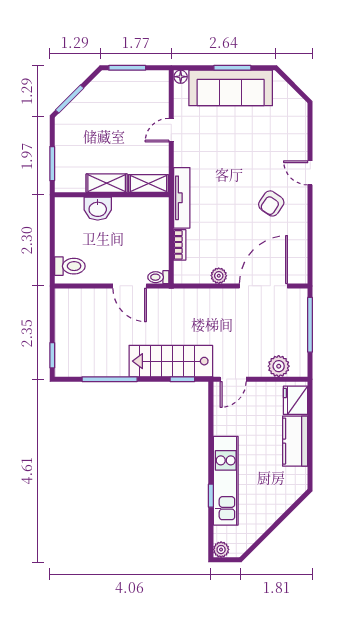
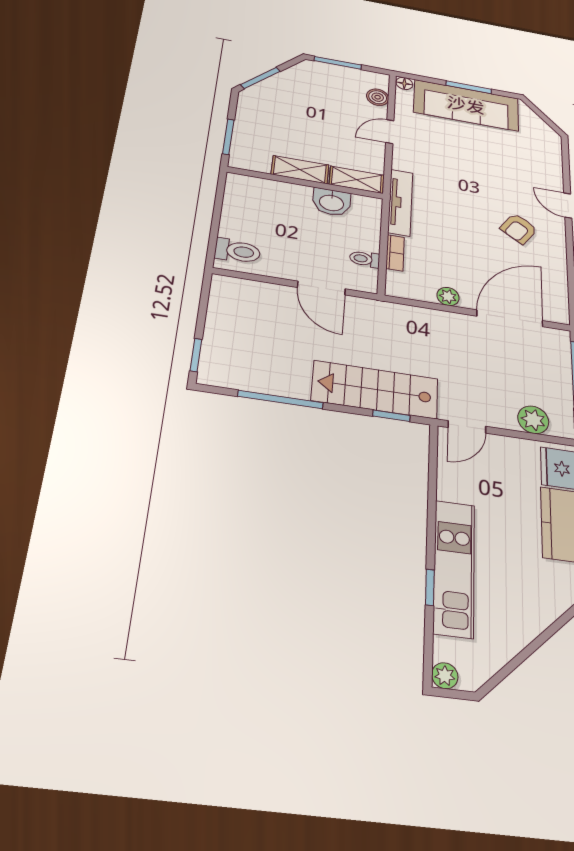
boiler: (160, 97) -> (378, 97), added
washbasin: (98, 209) -> (332, 202), moved
toilet: (158, 277) -> (365, 259), moved

